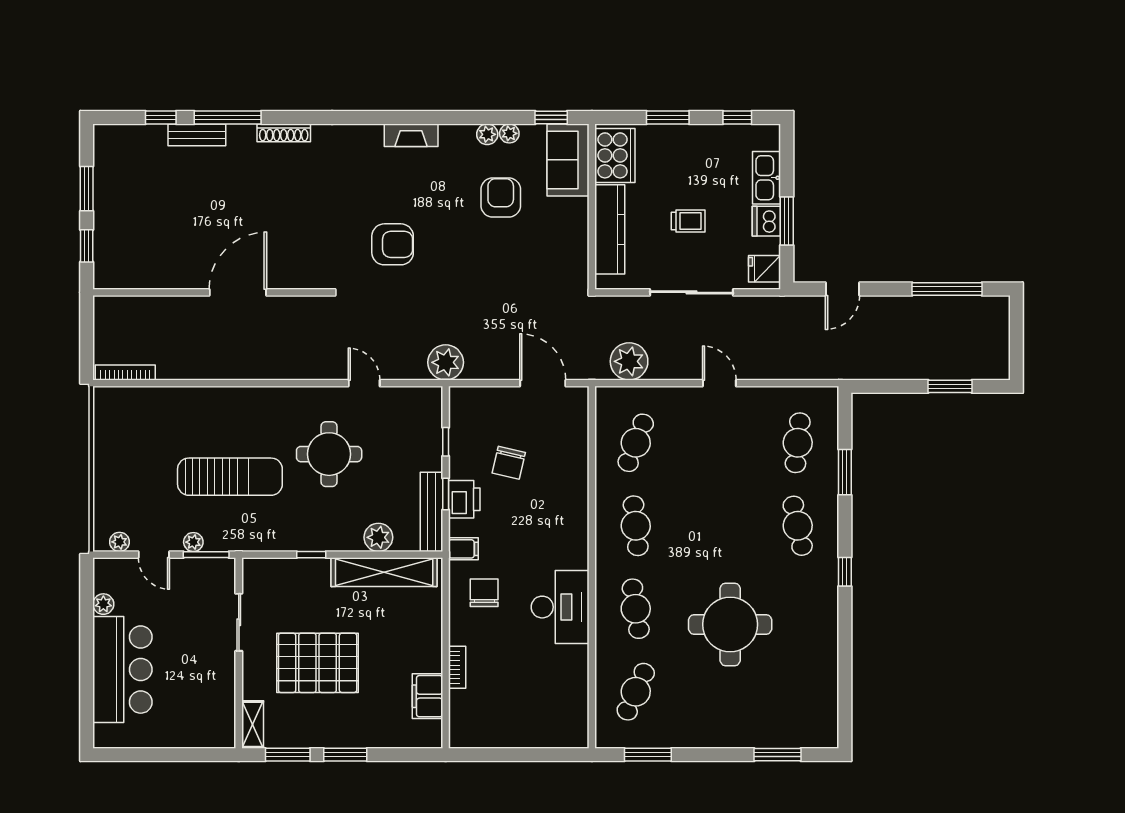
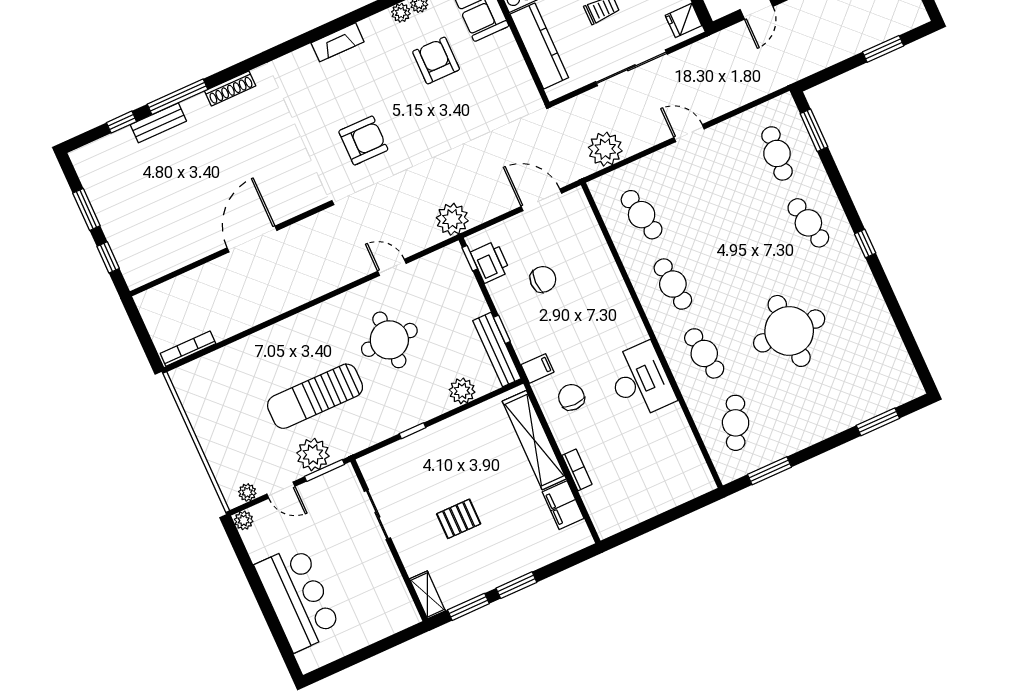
window: (446, 442) -> (470, 258), moved
cafe table: (636, 443) -> (642, 215), turned -33
chair: (509, 463) -> (543, 279), turned -103
window: (845, 472) -> (814, 130), moved
sun lounger: (230, 477) -> (315, 396), turned 180
printer: (464, 499) -> (490, 262), moved
plant: (193, 542) -> (313, 455), width x1.88, depth x1.88
shelving: (384, 572) -> (534, 440), moved, turned 90
plant: (103, 604) -> (244, 520), moved
pallet: (318, 663) -> (459, 519), width x0.49, depth x0.50

